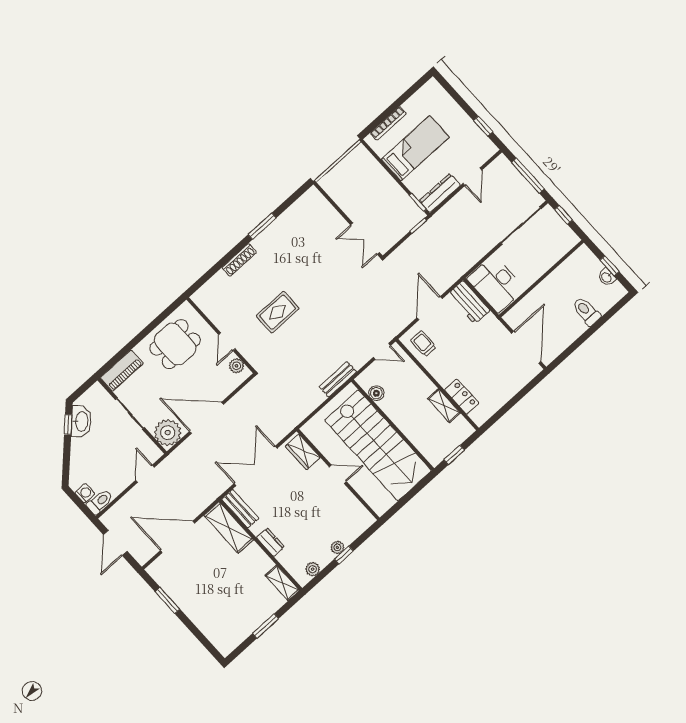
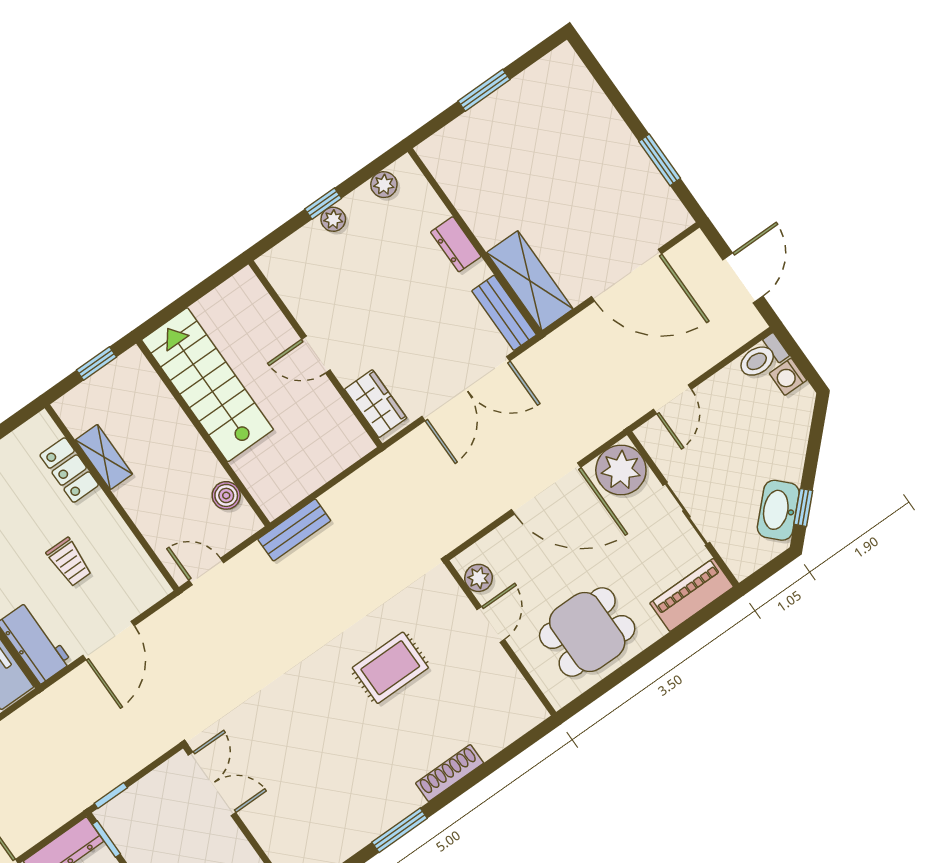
trolley: (423, 344) -> (69, 562), moved
stairs: (378, 445) -> (208, 385), width x0.73, depth x0.66
shelving: (282, 583) -> (443, 166), removed

